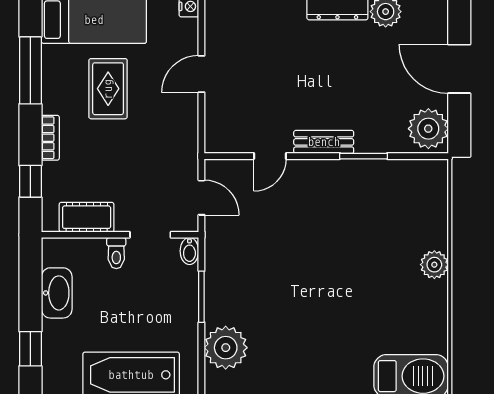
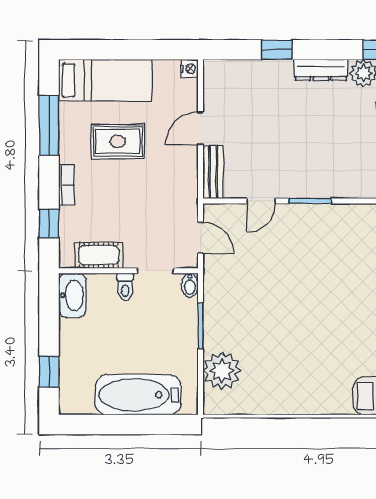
rug: (108, 89) -> (118, 141), turned 90
bench: (324, 142) -> (213, 172), moved, turned 90
window: (364, 156) -> (310, 201), moved
washbasin: (57, 293) -> (72, 295), moved

